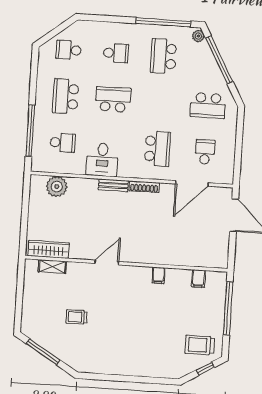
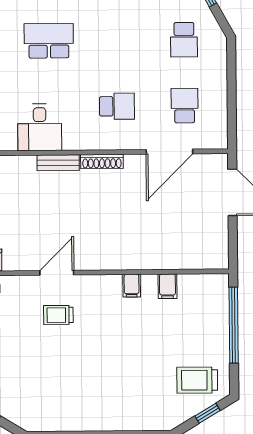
school desk: (208, 106) -> (184, 40), width x0.54
school desk: (158, 149) -> (117, 106), width x0.54
filing cabinet: (198, 279) -> (168, 286), moved
trolley: (77, 317) -> (58, 315), moved

